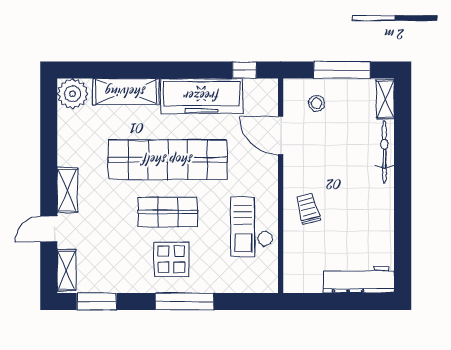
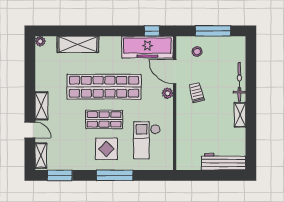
plant: (73, 94) -> (40, 41), width x0.53, depth x0.53
freezer: (202, 96) -> (147, 47), moved
shelving: (385, 99) -> (240, 115), moved
plant: (269, 170) -> (167, 93), added
trolley: (308, 209) -> (197, 92), moved
checkout: (252, 227) -> (147, 140), moved
door: (49, 229) -> (30, 130), swing flipped

